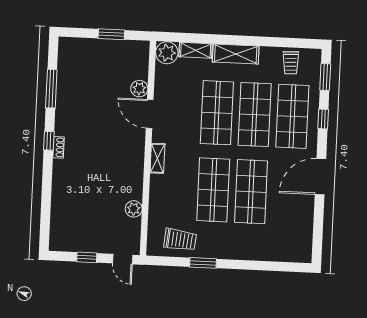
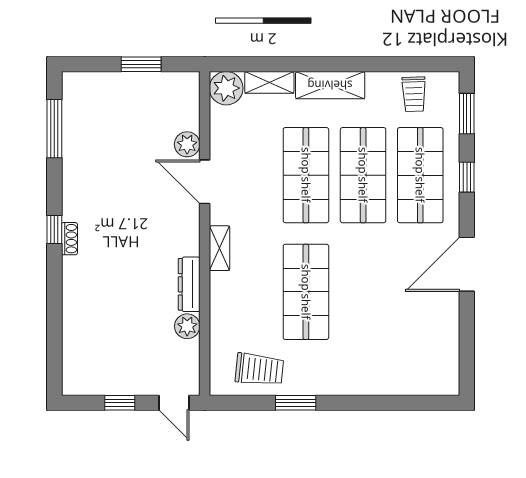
window: (51, 89) -> (54, 129), moved
dresser: (136, 181) -> (189, 284), added
shop shelf: (251, 192) -> (363, 292), removed

